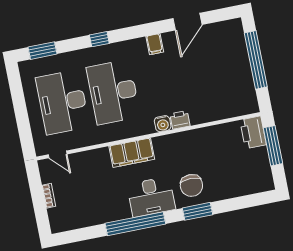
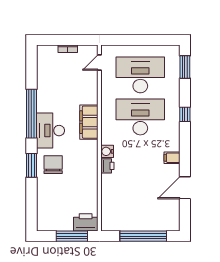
door: (188, 22) -> (185, 188), hinge flipped
chair: (191, 185) -> (53, 165), turned 90

